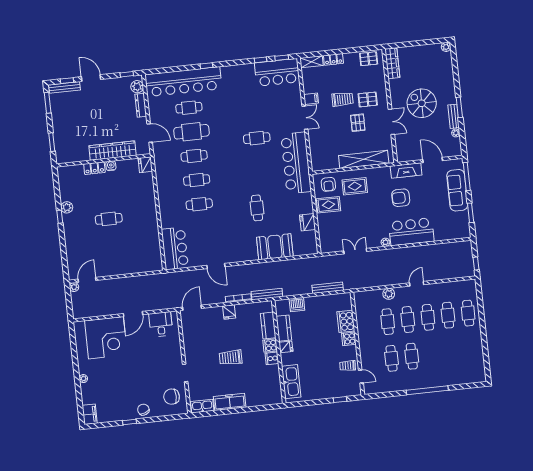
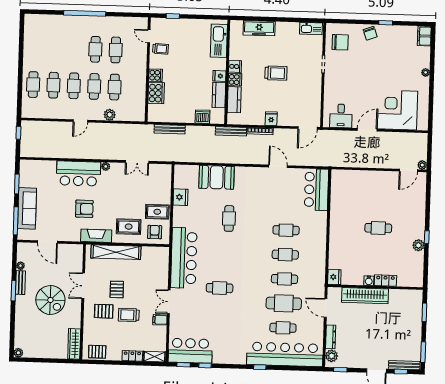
fireplace: (406, 171) -> (96, 236), moved
freezer: (230, 402) -> (259, 28), moved

